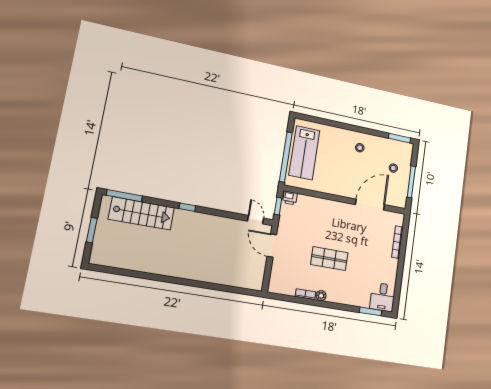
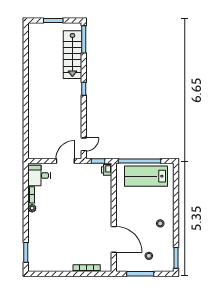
shop shelf: (329, 259) -> (63, 211), removed
desk: (383, 297) -> (39, 175), moved

